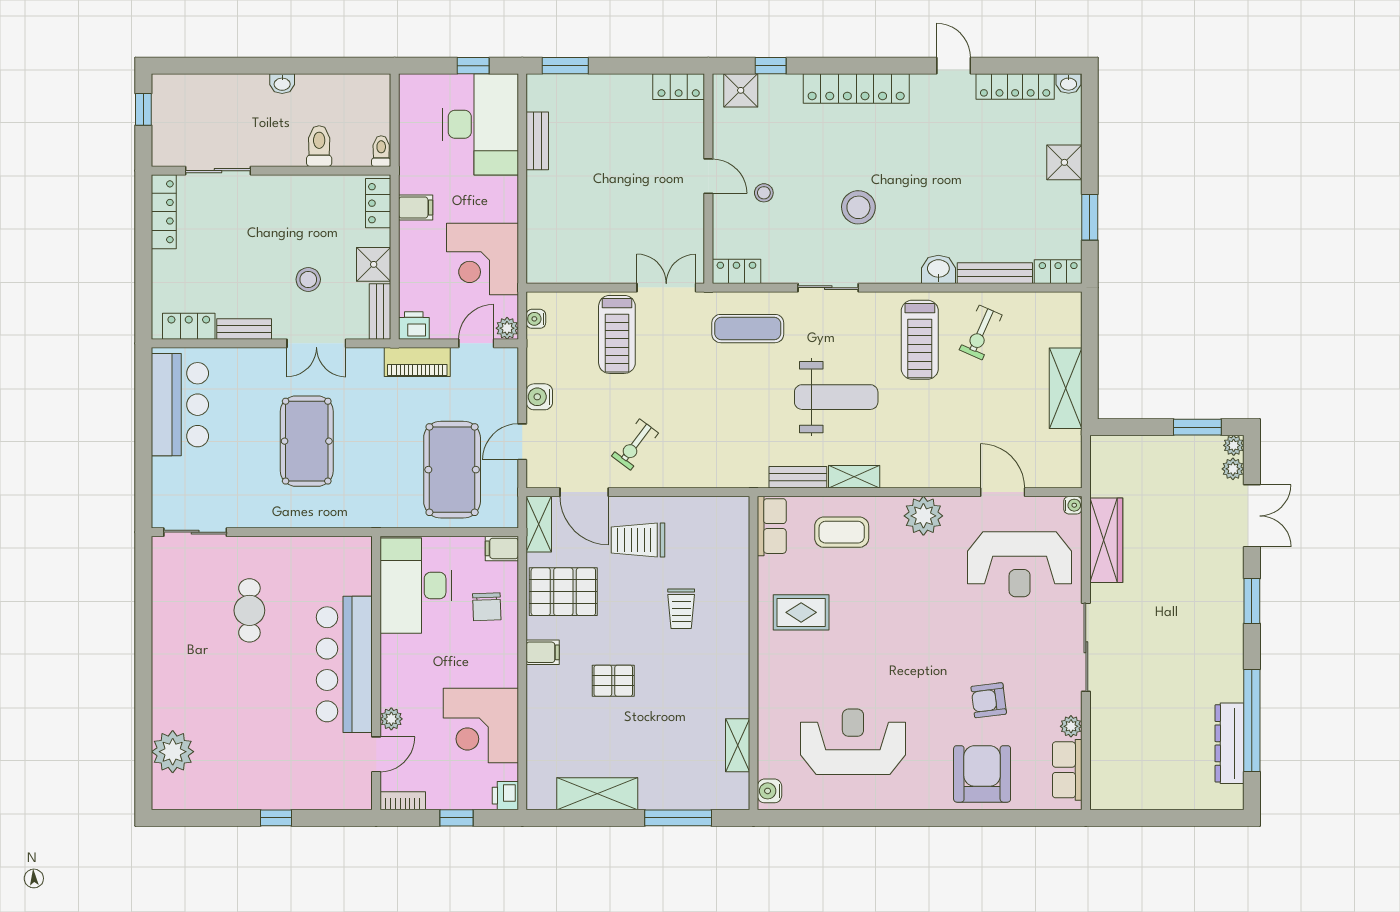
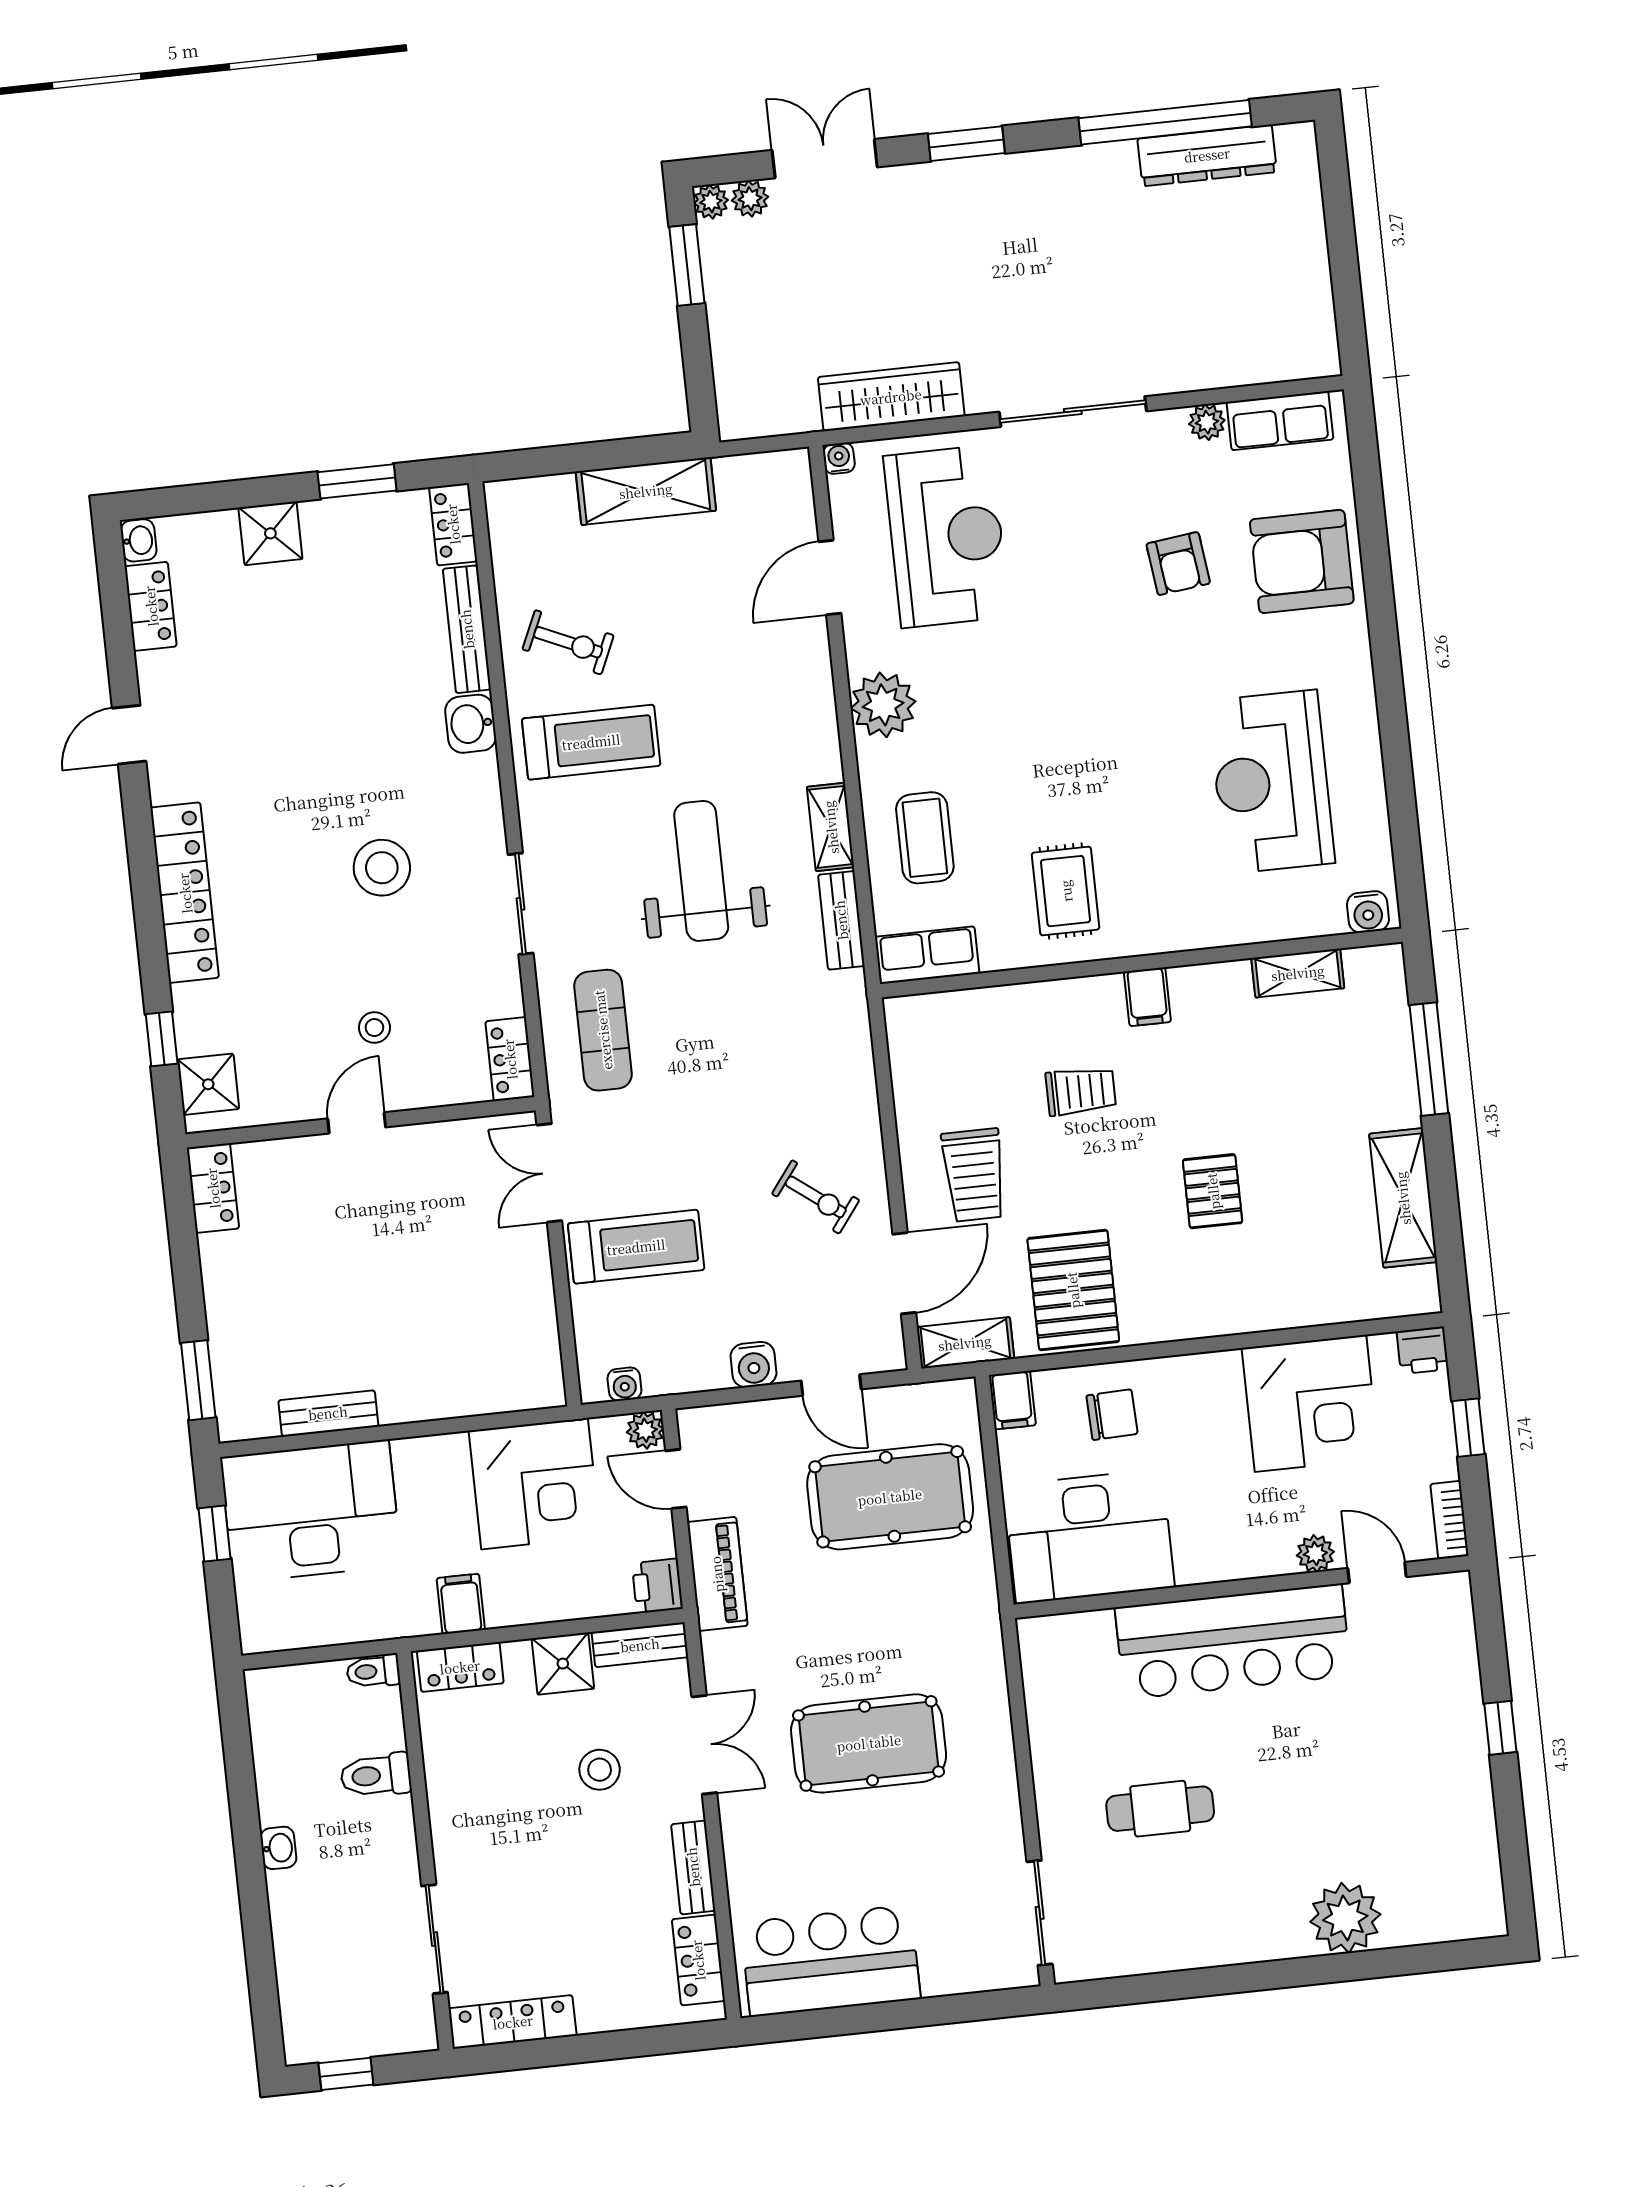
locker: (1015, 86) -> (151, 606), width x0.66
filing cabinet: (543, 652) -> (1147, 997), moved, turned 180
plant: (173, 752) -> (1345, 1918), moved

